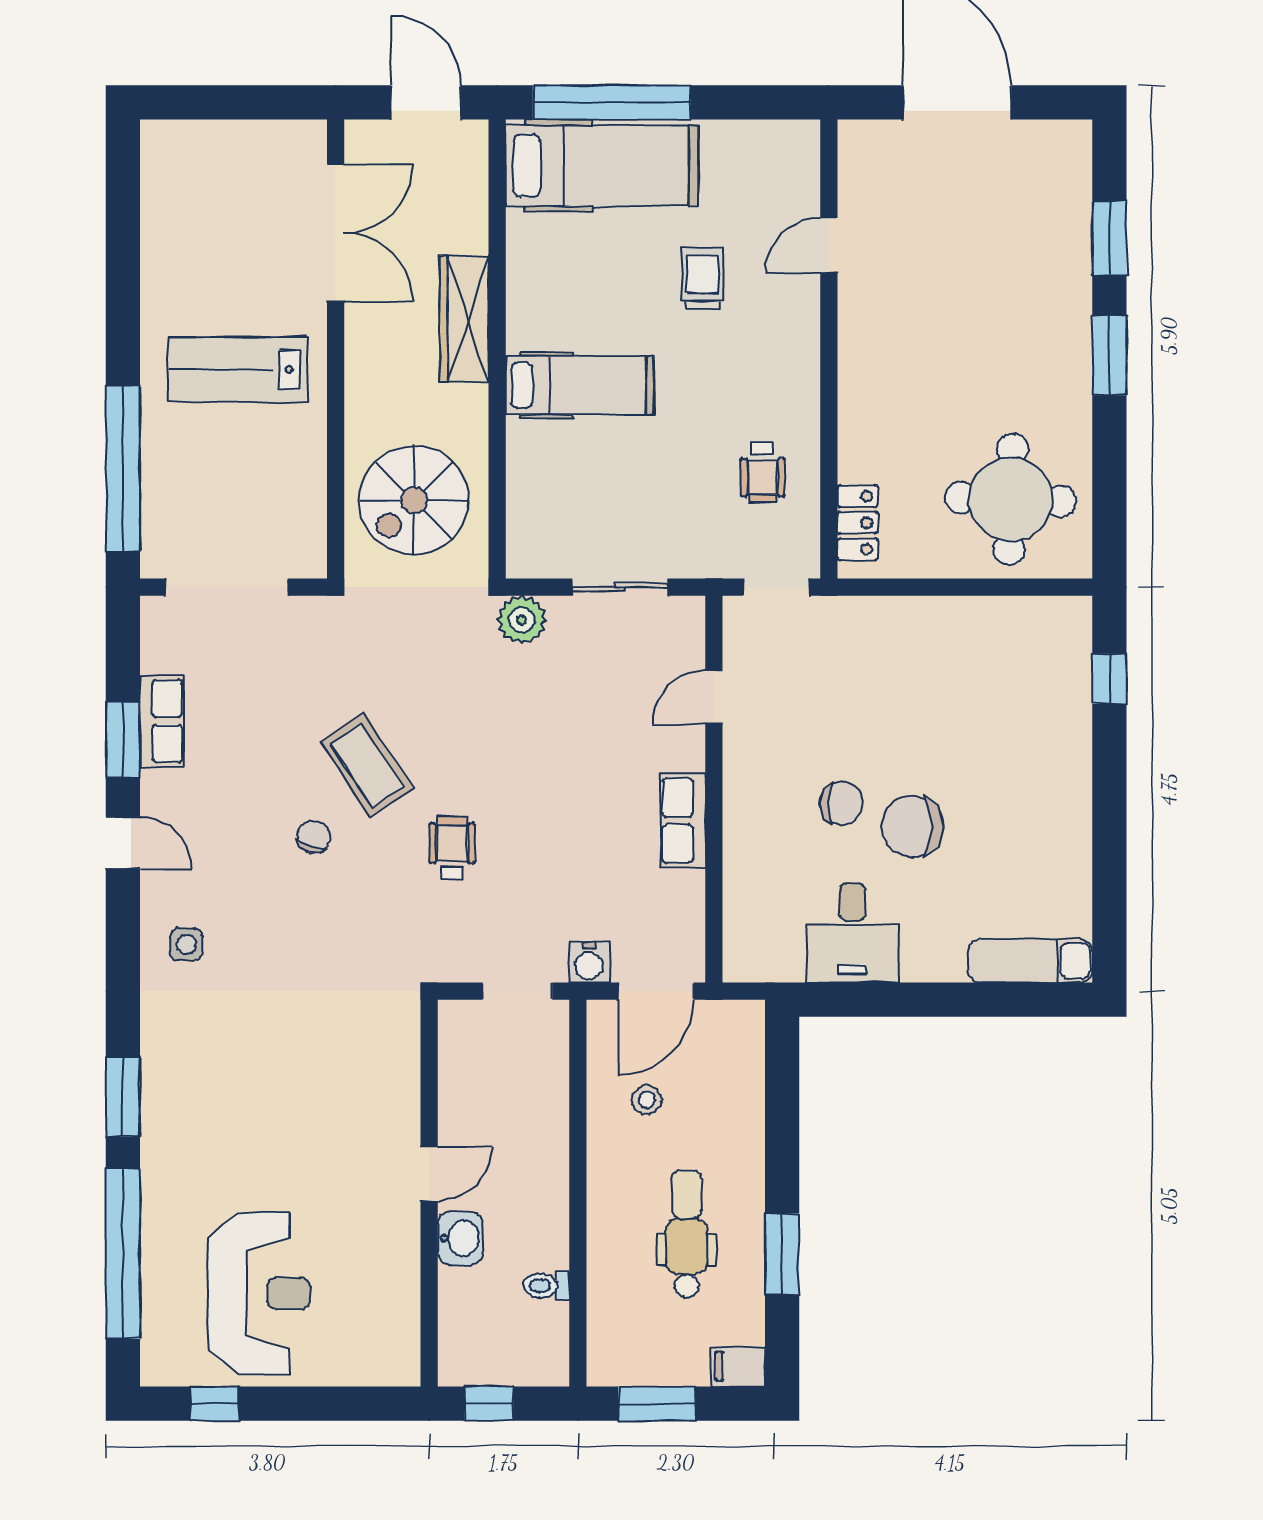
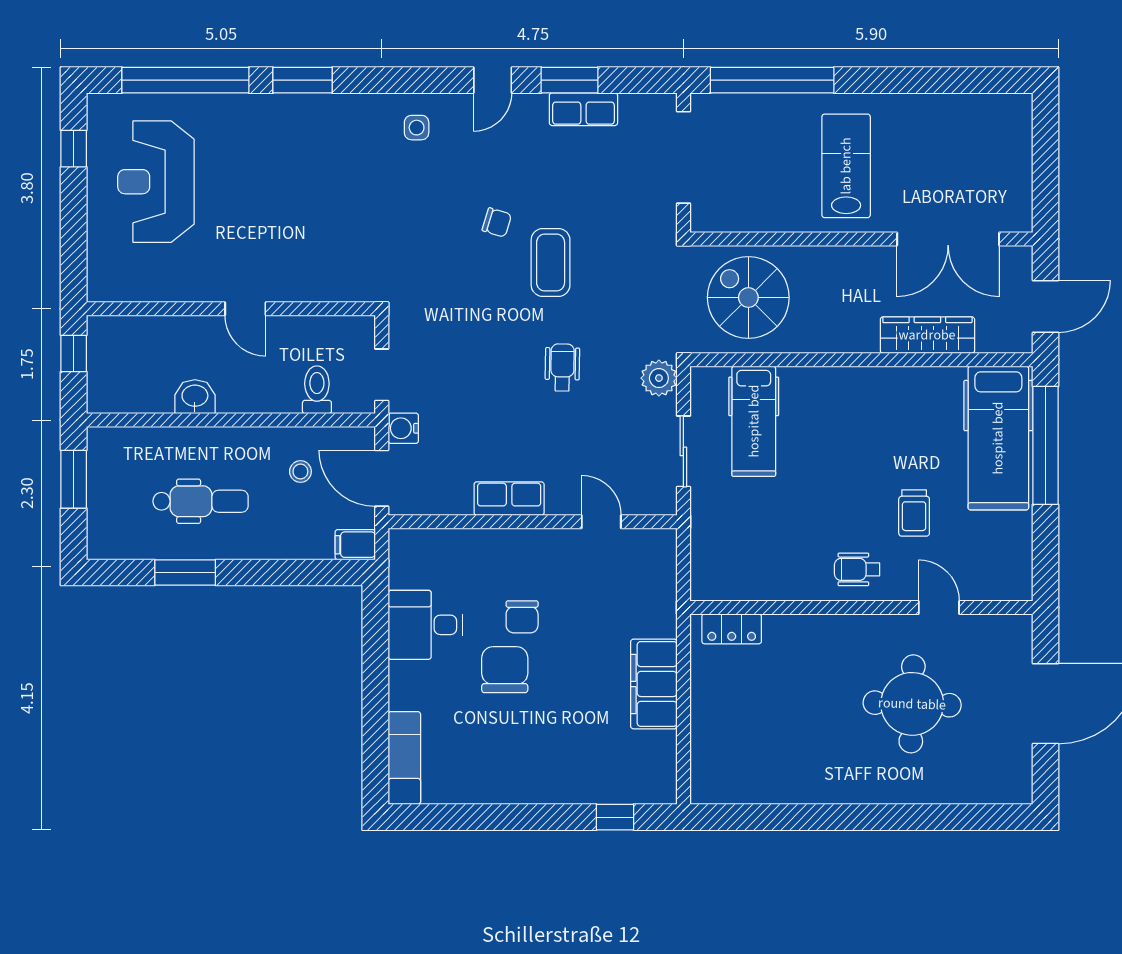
window: (1109, 238) -> (944, 817), removed
trolley: (702, 278) -> (914, 513), turned 90
wardrobe: (464, 319) -> (927, 335), moved
window: (1109, 355) -> (857, 817), removed
hospital bed: (580, 385) -> (754, 421), moved
wheelchair: (763, 473) -> (857, 569), moved
round table: (1011, 499) -> (912, 704), moved
doorway: (777, 587) -> (683, 568), removed
filing cabinet: (931, 627) -> (654, 684), added
coffee table: (367, 765) -> (551, 262), turned -56
wheelchair: (452, 848) -> (562, 367), moved, turned -89
washbasin: (460, 1238) -> (195, 397), moved, turned 180
toilet: (546, 1286) -> (317, 390), moved, width x1.37, depth x1.39
reception desk: (259, 1293) -> (156, 182), turned 90
filing cabinet: (738, 1366) -> (355, 545), moved, turned -90

